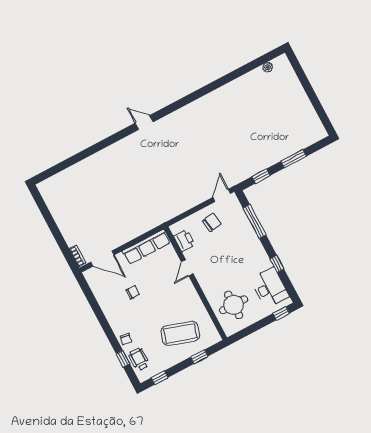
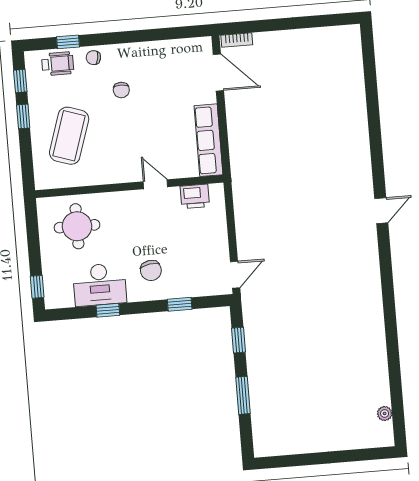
door: (222, 195) -> (235, 275), hinge flipped
window: (254, 221) -> (180, 304), width x0.46
chair: (212, 222) -> (151, 270), moved
door: (102, 259) -> (218, 73), swing flipped
desk: (270, 288) -> (100, 285), moved
chair: (133, 292) -> (121, 90), moved
window: (199, 357) -> (23, 116), moved

